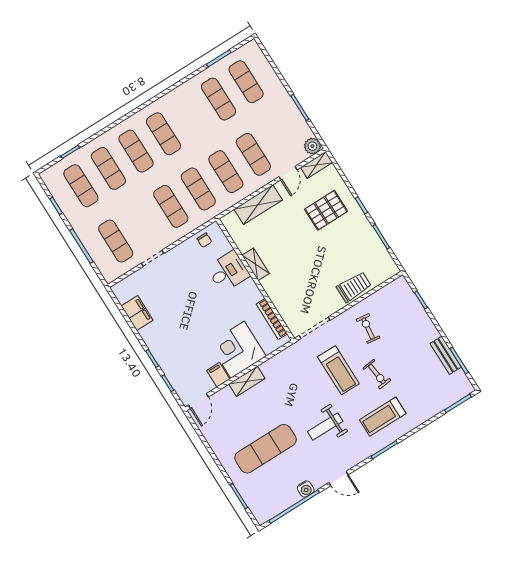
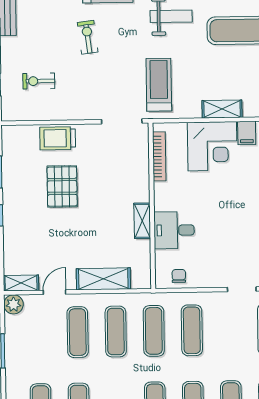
pallet: (326, 210) -> (62, 186), moved, turned 90
exercise bike: (368, 329) -> (39, 81), moved, turned 83
treadmill: (338, 370) -> (159, 85), moved

